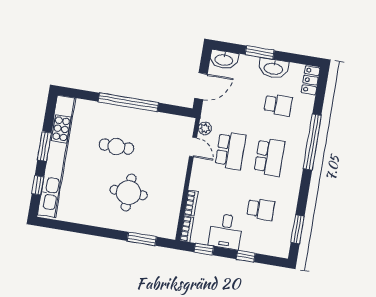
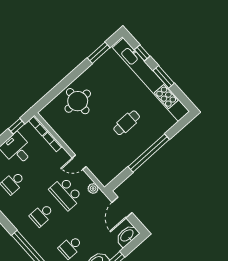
door: (193, 147) -> (79, 162), moved
school desk: (269, 157) -> (42, 215), width x0.54
round table: (129, 193) -> (78, 101), moved
window: (142, 239) -> (99, 53), moved

